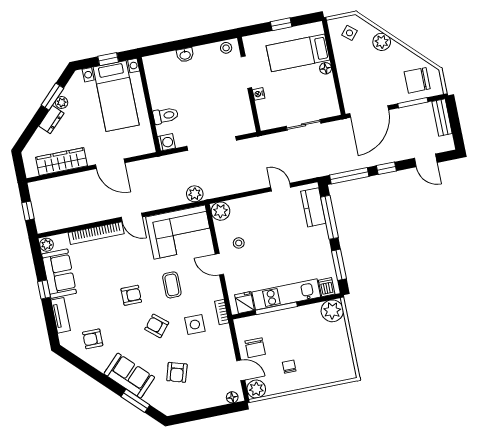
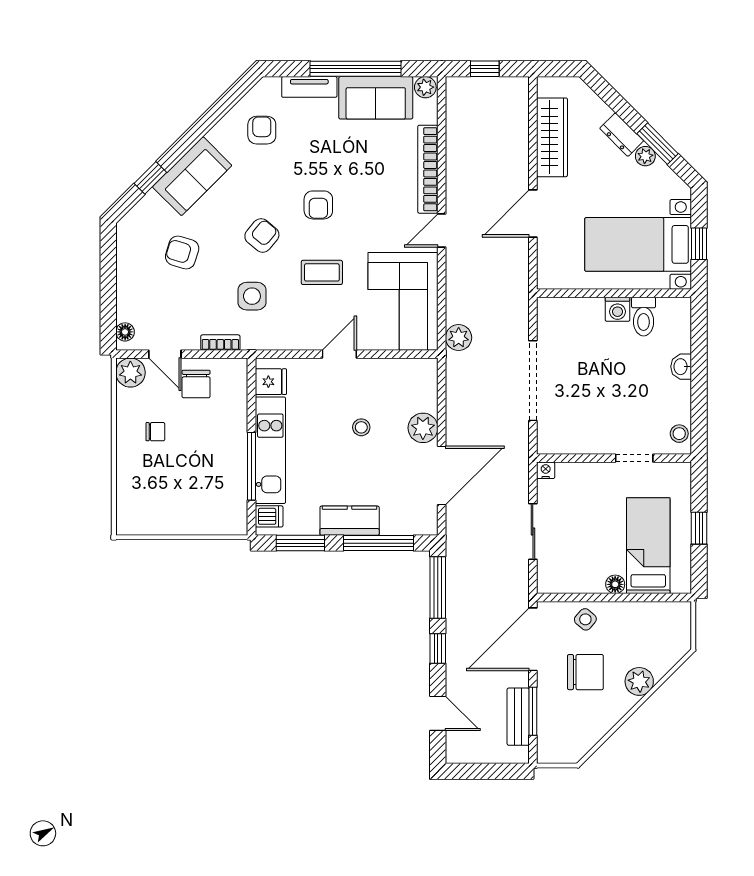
side table: (349, 33) -> (585, 619), moved
doorway: (246, 72) -> (634, 458), width x0.73
chair: (417, 80) -> (585, 672), moved, turned 90
nightstand: (259, 94) -> (546, 470), moved
door: (369, 112) -> (533, 639), hinge flipped
toilet: (166, 116) -> (644, 317), moved
bench: (442, 117) -> (518, 717), moved, turned 90
washing machine: (166, 142) -> (618, 309), moved
door: (426, 160) -> (438, 713), swing flipped
door: (281, 187) -> (442, 476), width x1.88
kitchen counter: (313, 207) -> (350, 521), moved
plant: (220, 211) -> (423, 428), moved
stool: (239, 243) -> (361, 427), moved
window: (44, 289) -> (356, 69), width x3.17
window: (276, 308) -> (251, 466), moved
plant: (332, 311) -> (230, 518), removed
bookcase: (222, 312) -> (220, 343), moved
chair: (255, 348) -> (196, 384), turned -90
door: (241, 370) -> (165, 354), hinge flipped
window: (135, 401) -> (150, 178), width x0.67

